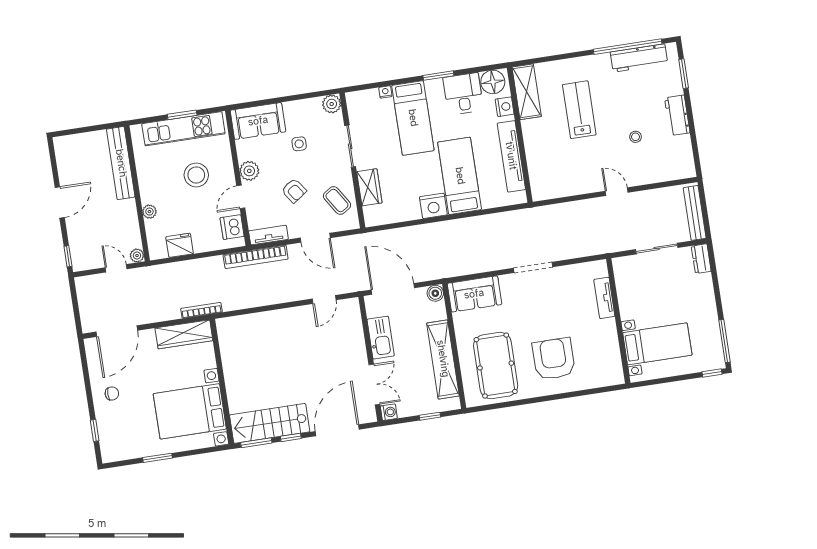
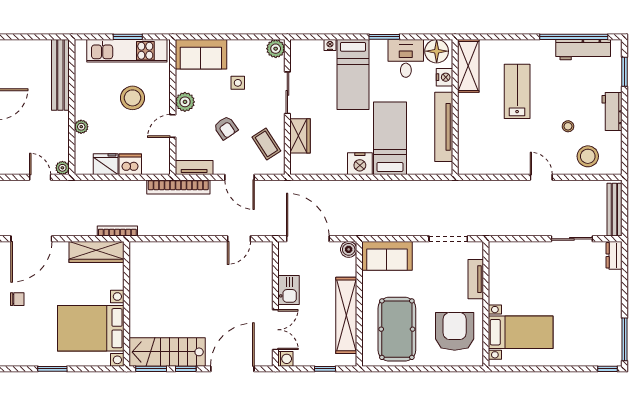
stool: (660, 164) -> (588, 156), added
dishwasher: (232, 227) -> (130, 164), moved, turned 90
tv unit: (604, 298) -> (476, 279), moved
wall: (618, 321) -> (486, 304), moved
kitchen sink: (381, 338) -> (289, 290), width x0.73
bed with nightstands: (657, 344) -> (521, 332), moved

